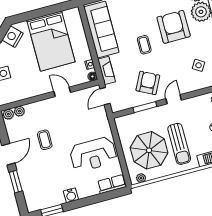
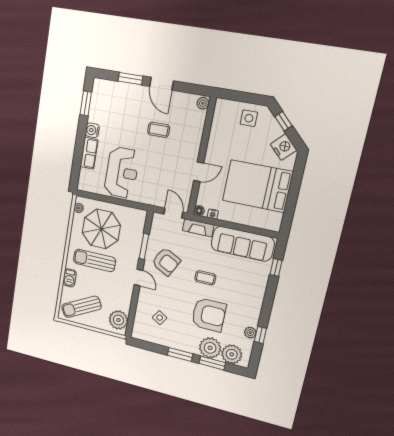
plant: (19, 111) -> (200, 117), removed
reception desk: (93, 154) -> (122, 173), turned 180
row of seats: (112, 184) -> (89, 153), moved

